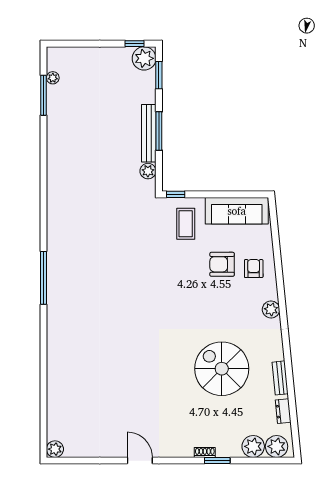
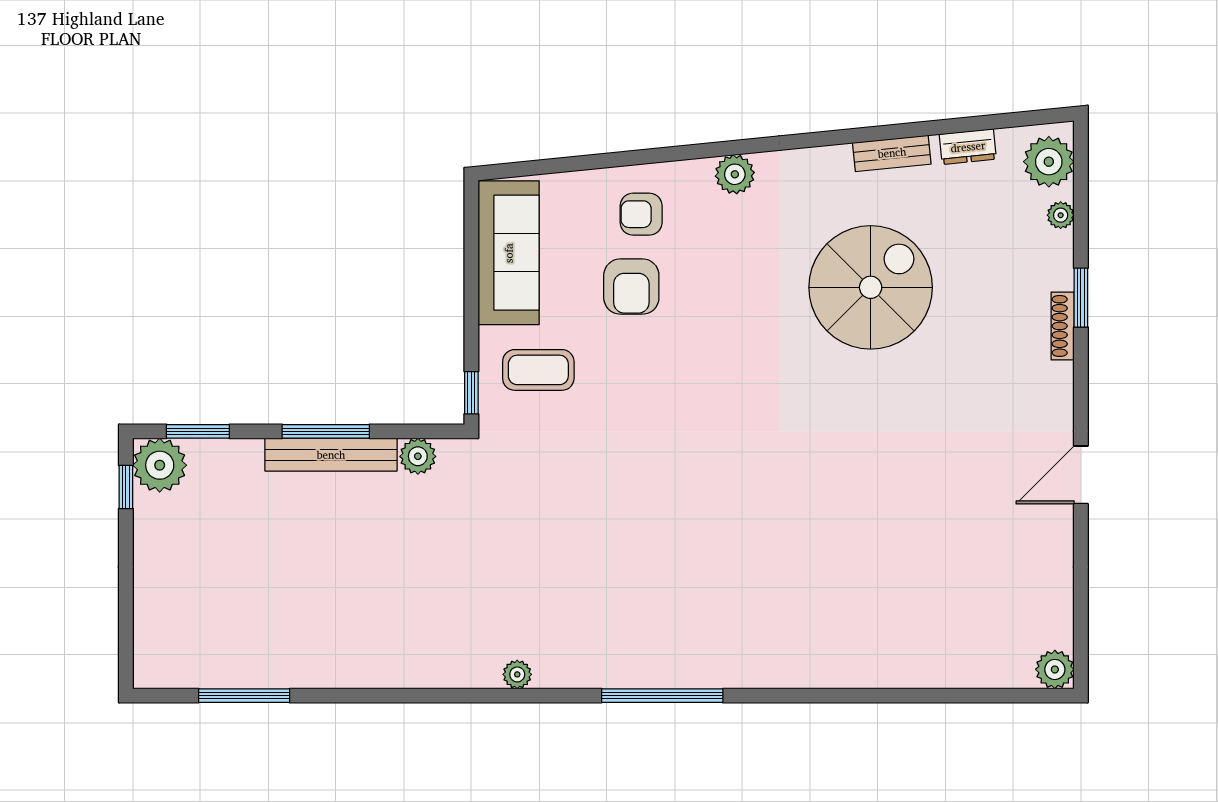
plant: (53, 78) -> (517, 674), moved
spiral stairs: (222, 369) -> (871, 287), turned 180
plant: (253, 446) -> (1061, 215), width x0.53, depth x0.53
shoe rack: (205, 453) -> (1063, 326), width x1.43

